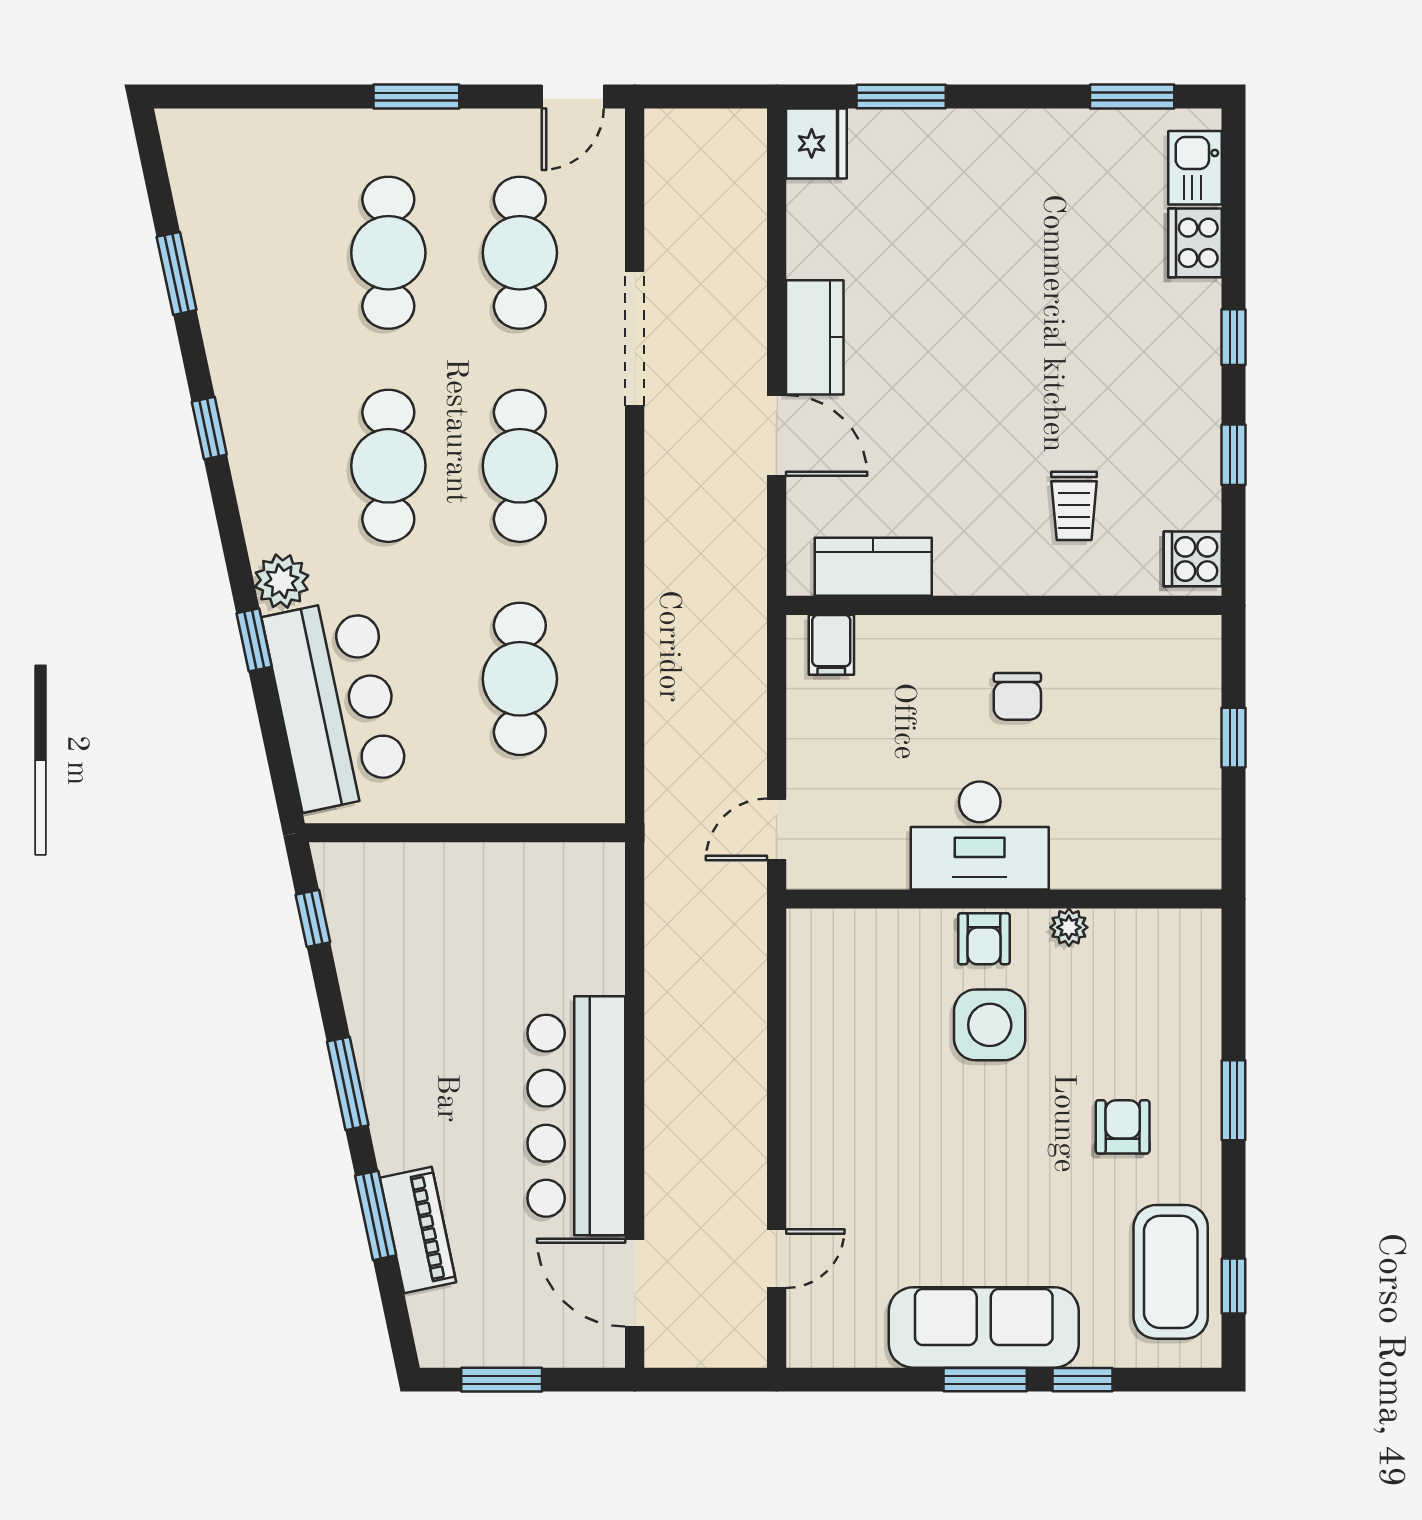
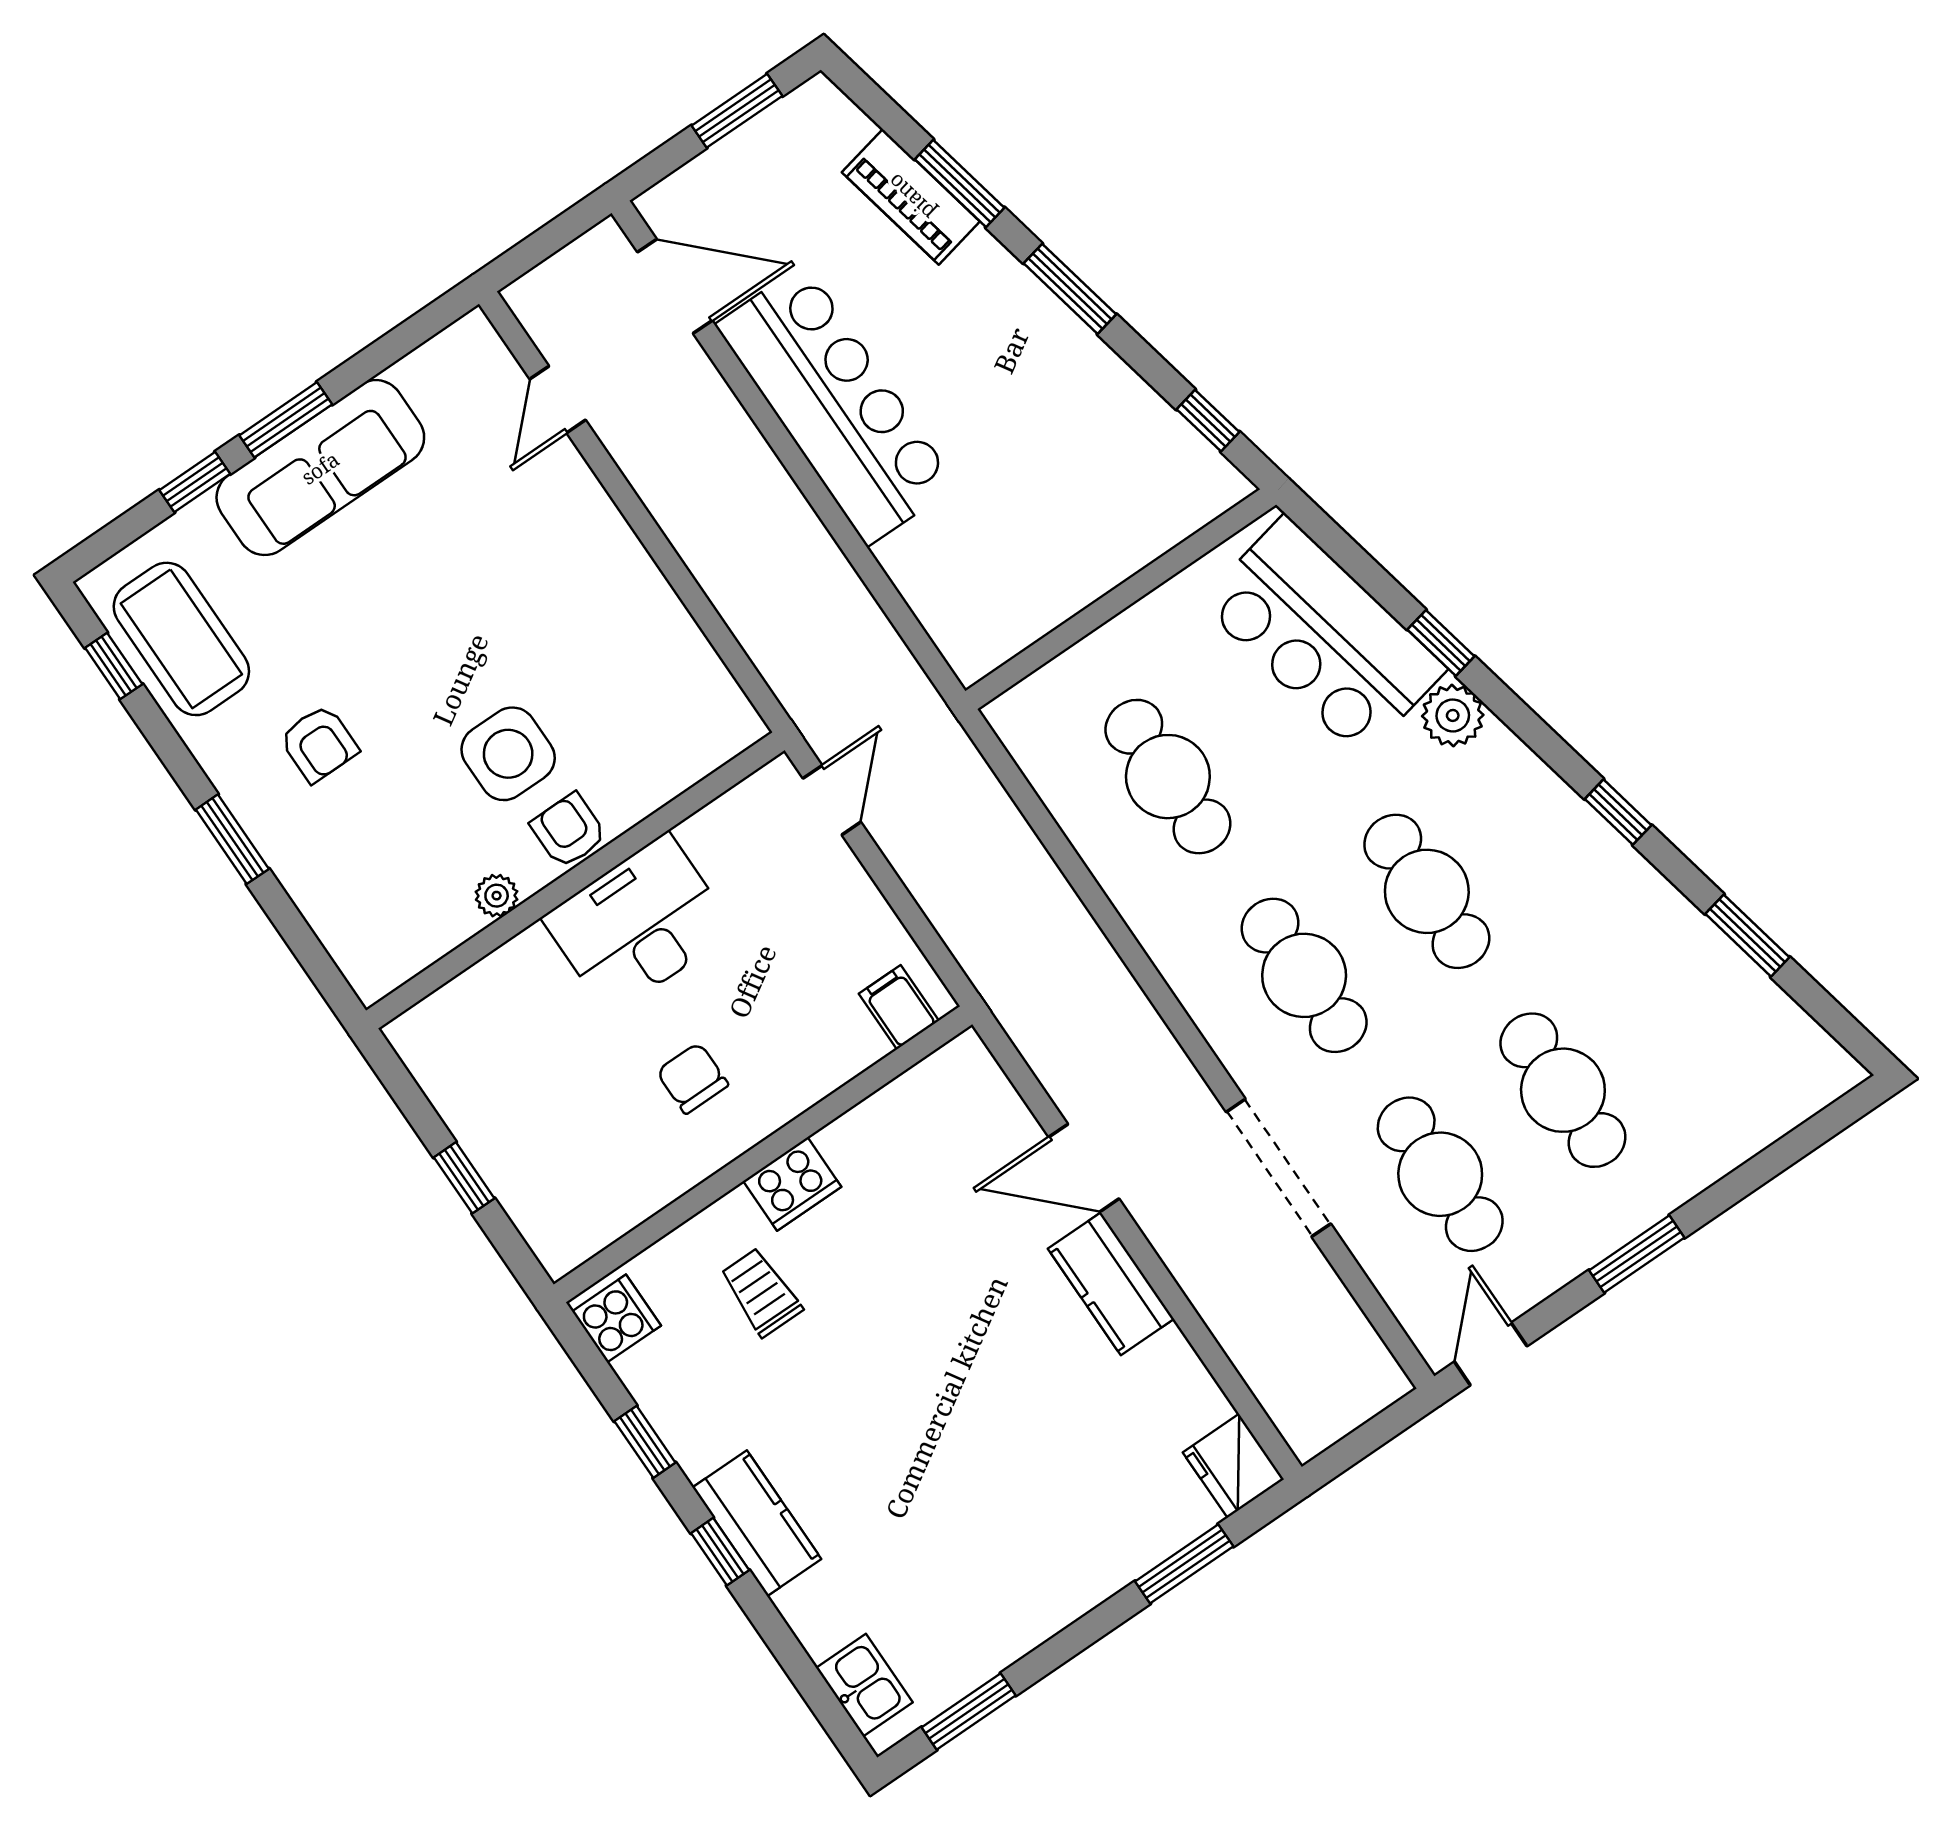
cooker: (1195, 243) -> (792, 1184), moved, turned 90
kitchen counter: (873, 567) -> (757, 1523), moved, turned -90

